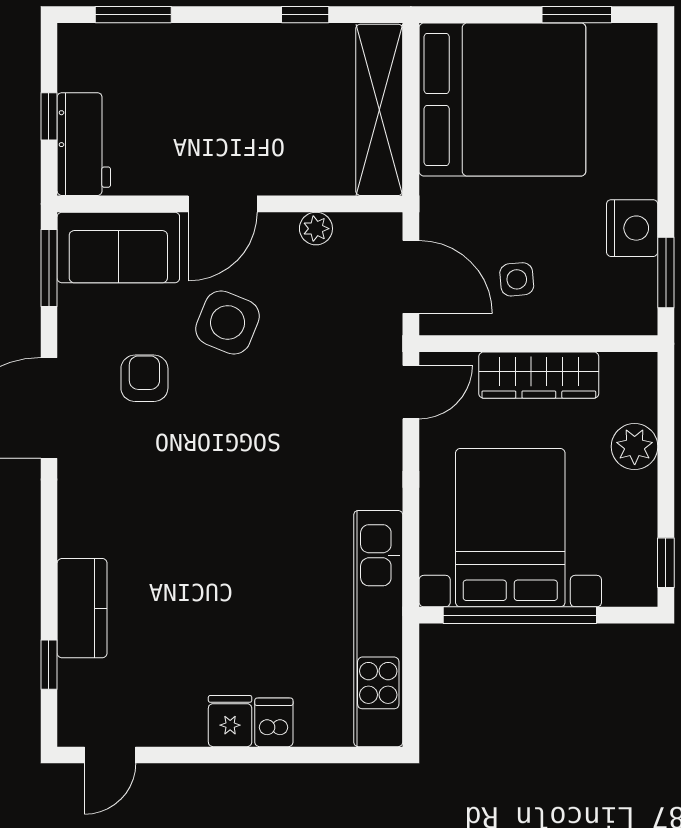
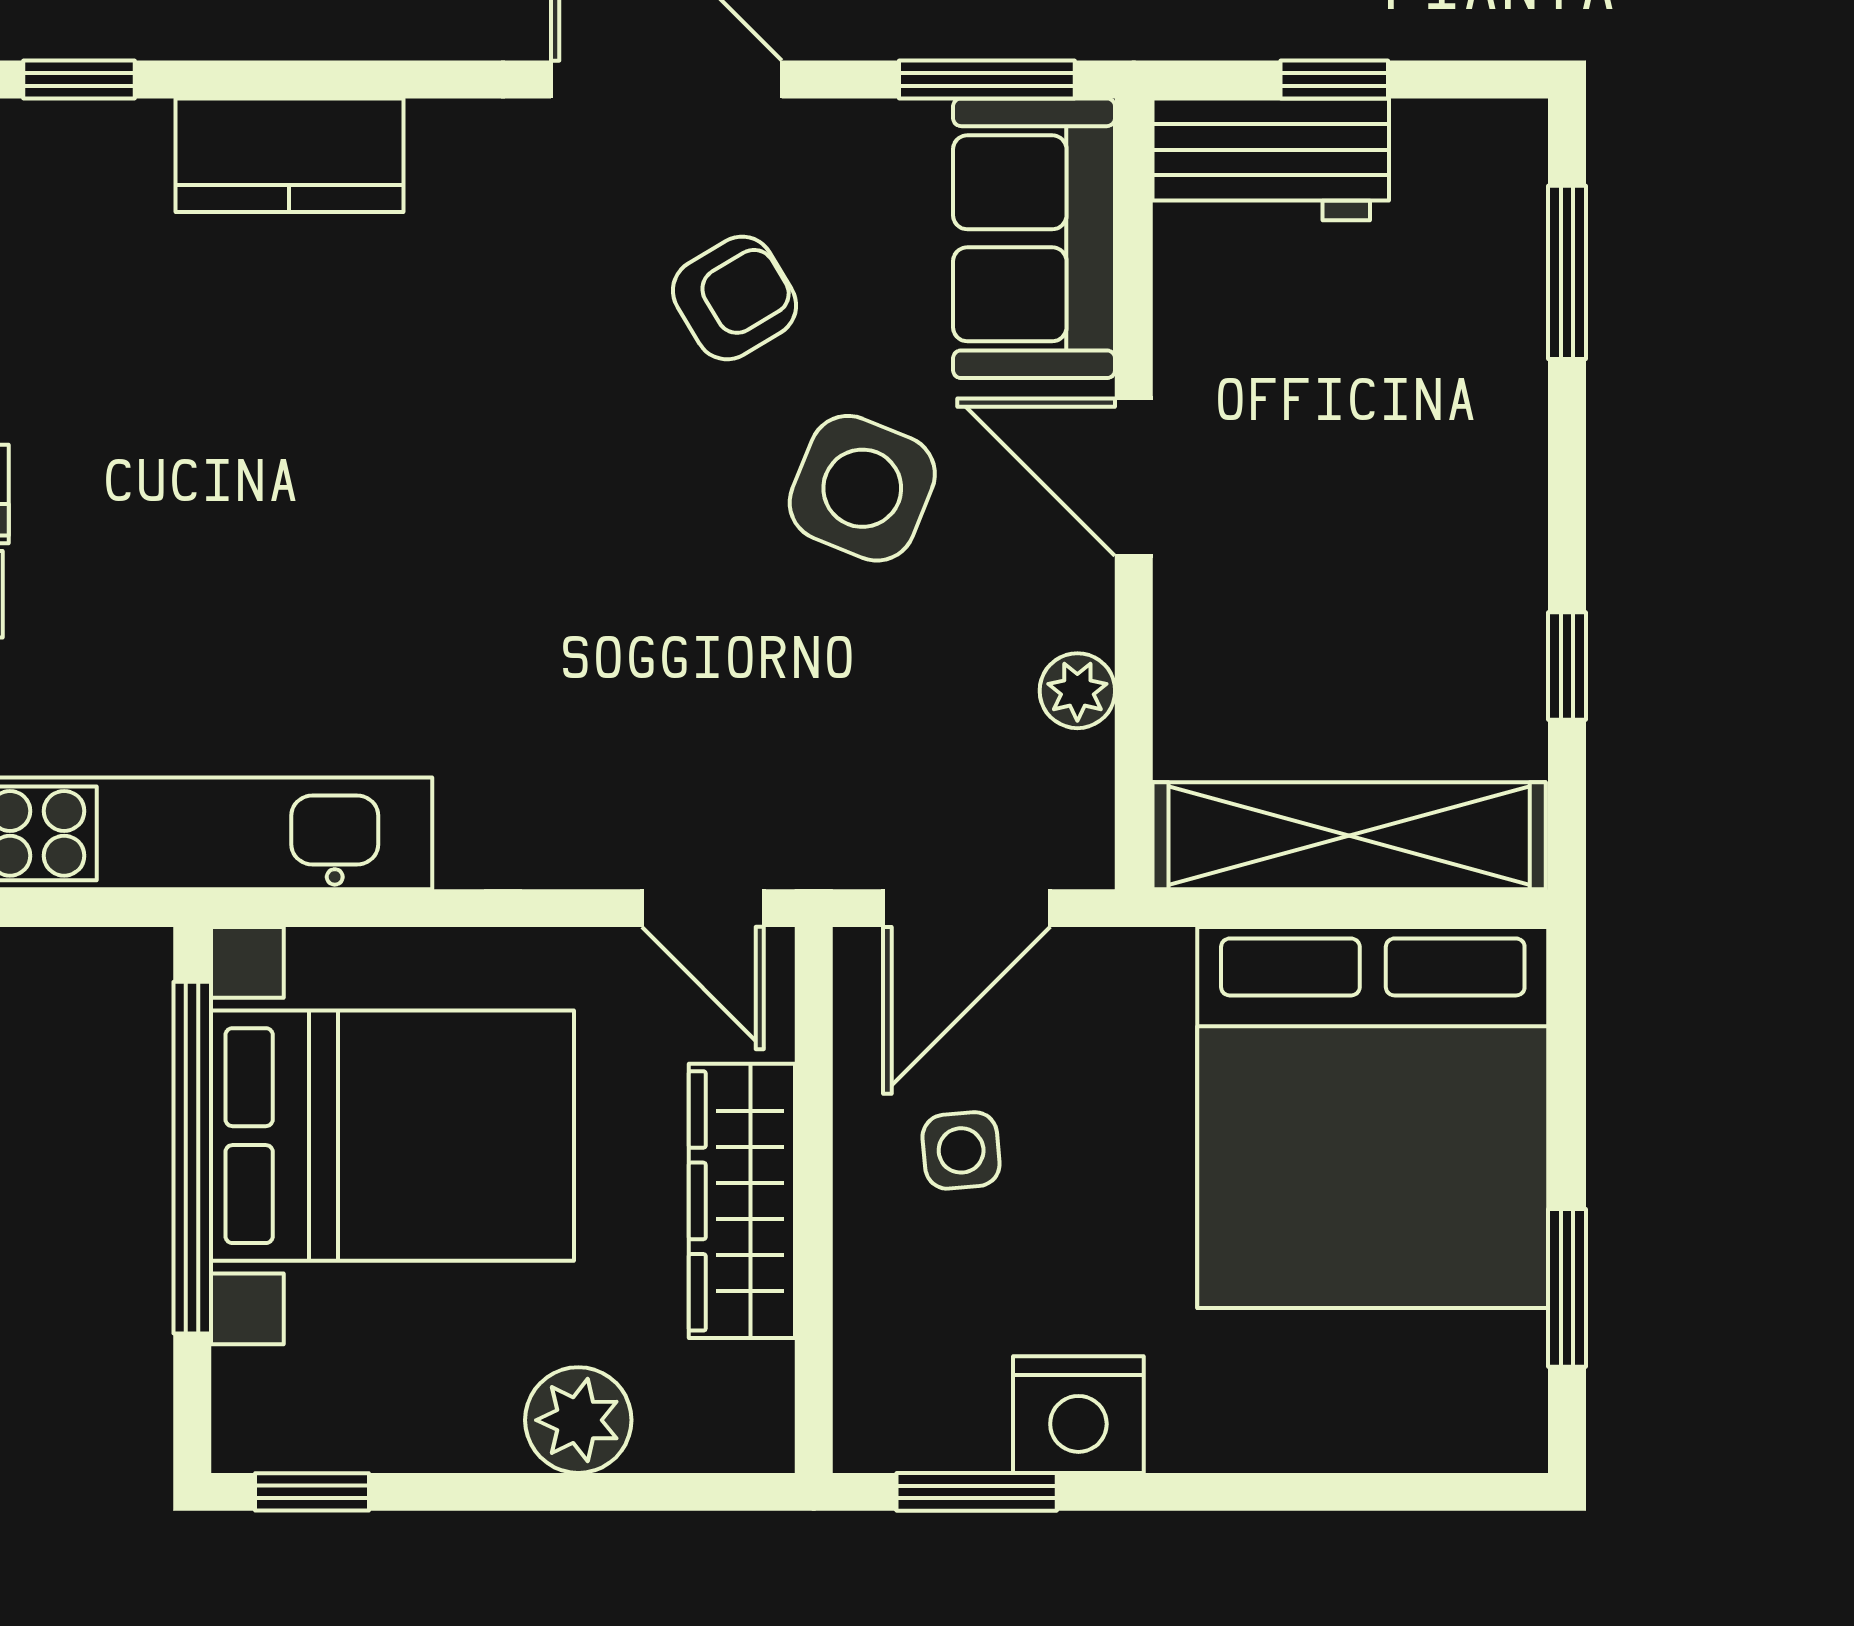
armchair: (144, 378) -> (735, 298), turned -31
kitchen counter: (82, 608) -> (289, 155), moved

